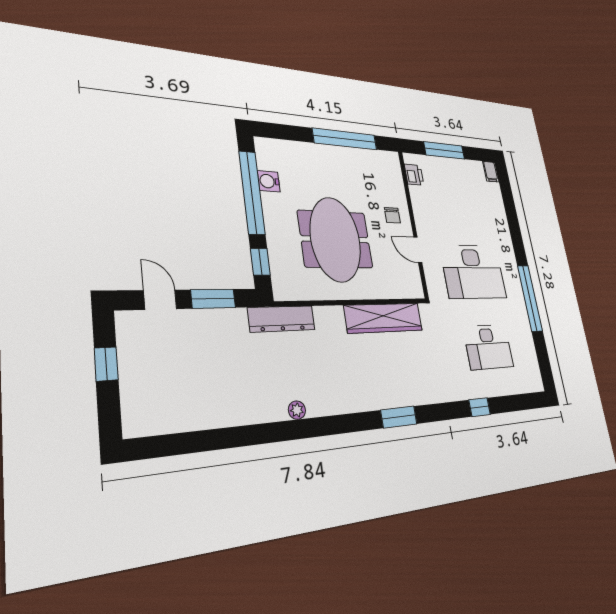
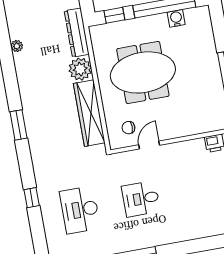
chair: (392, 215) -> (128, 128), moved
desk: (473, 272) -> (141, 199), width x0.53, depth x0.77
plant: (330, 321) -> (80, 69), added

